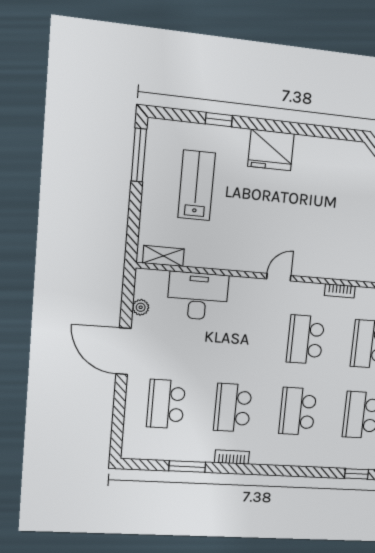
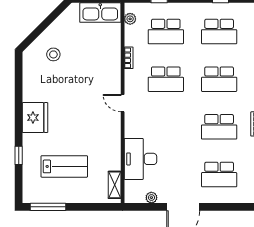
lab bench: (197, 185) -> (64, 166), turned 180
stool: (356, 186) -> (53, 54), added

